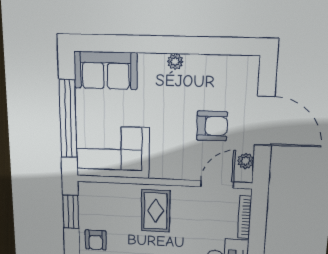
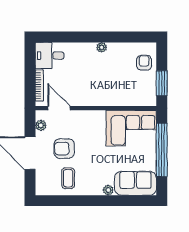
plant: (175, 62) -> (108, 190), moved
coffee table: (208, 81) -> (68, 178), added
door: (217, 184) -> (59, 108), swing flipped
rug: (156, 211) -> (101, 87), removed

